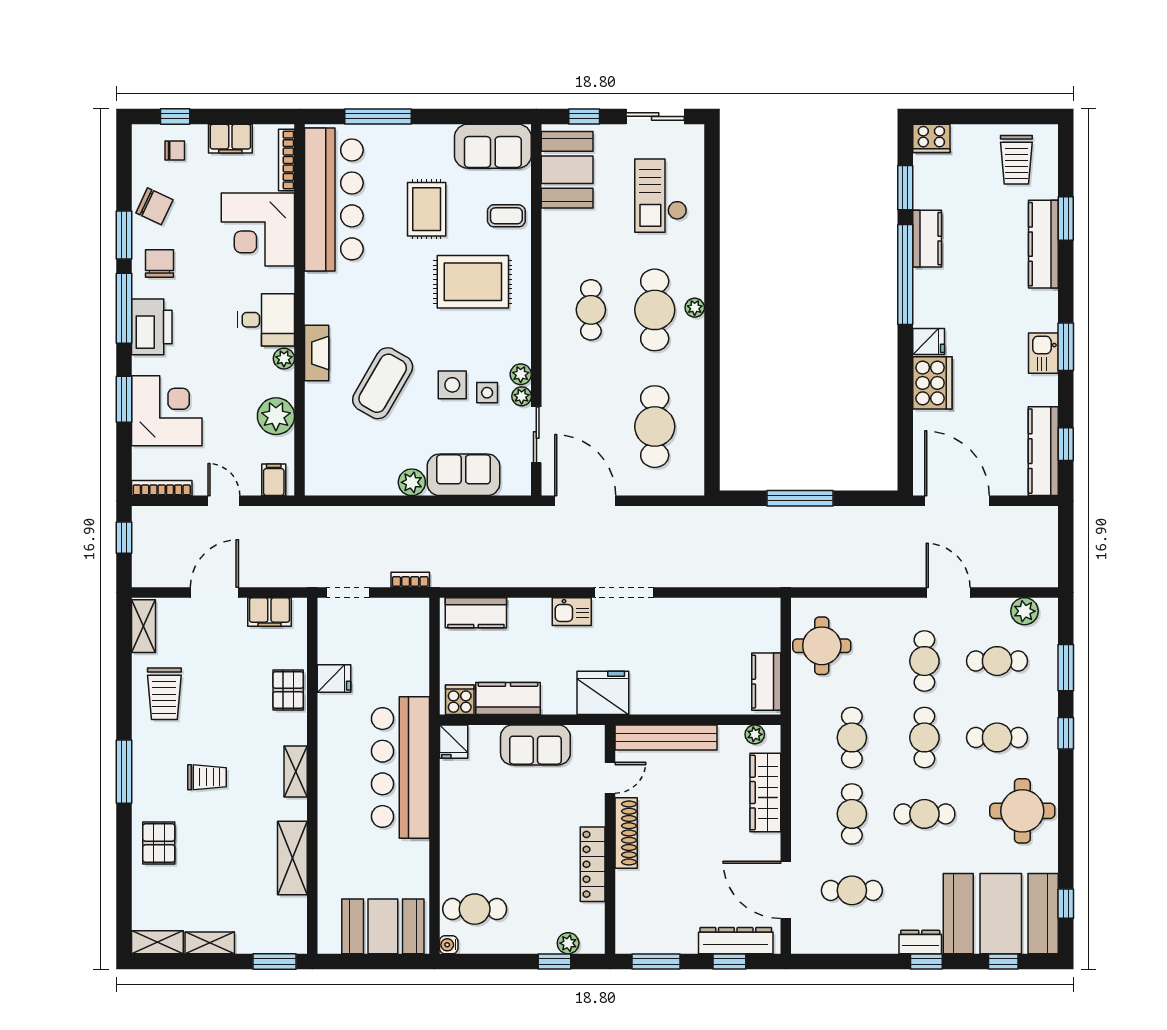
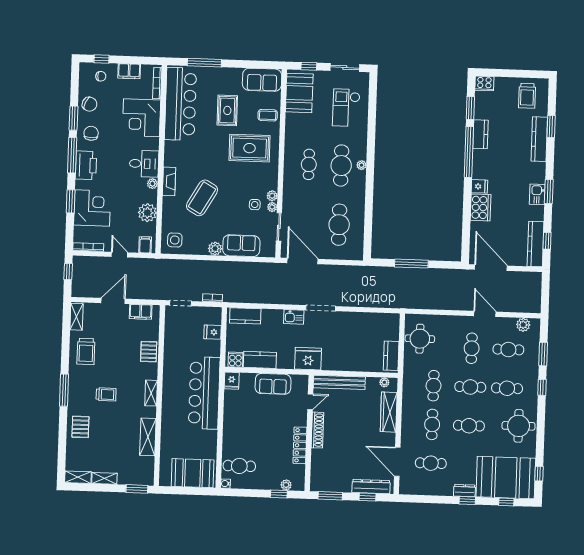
side table: (452, 385) -> (175, 240), moved
fridge: (334, 678) -> (213, 332), moved, turned 180
cafe table: (924, 737) -> (470, 387), turned 90

